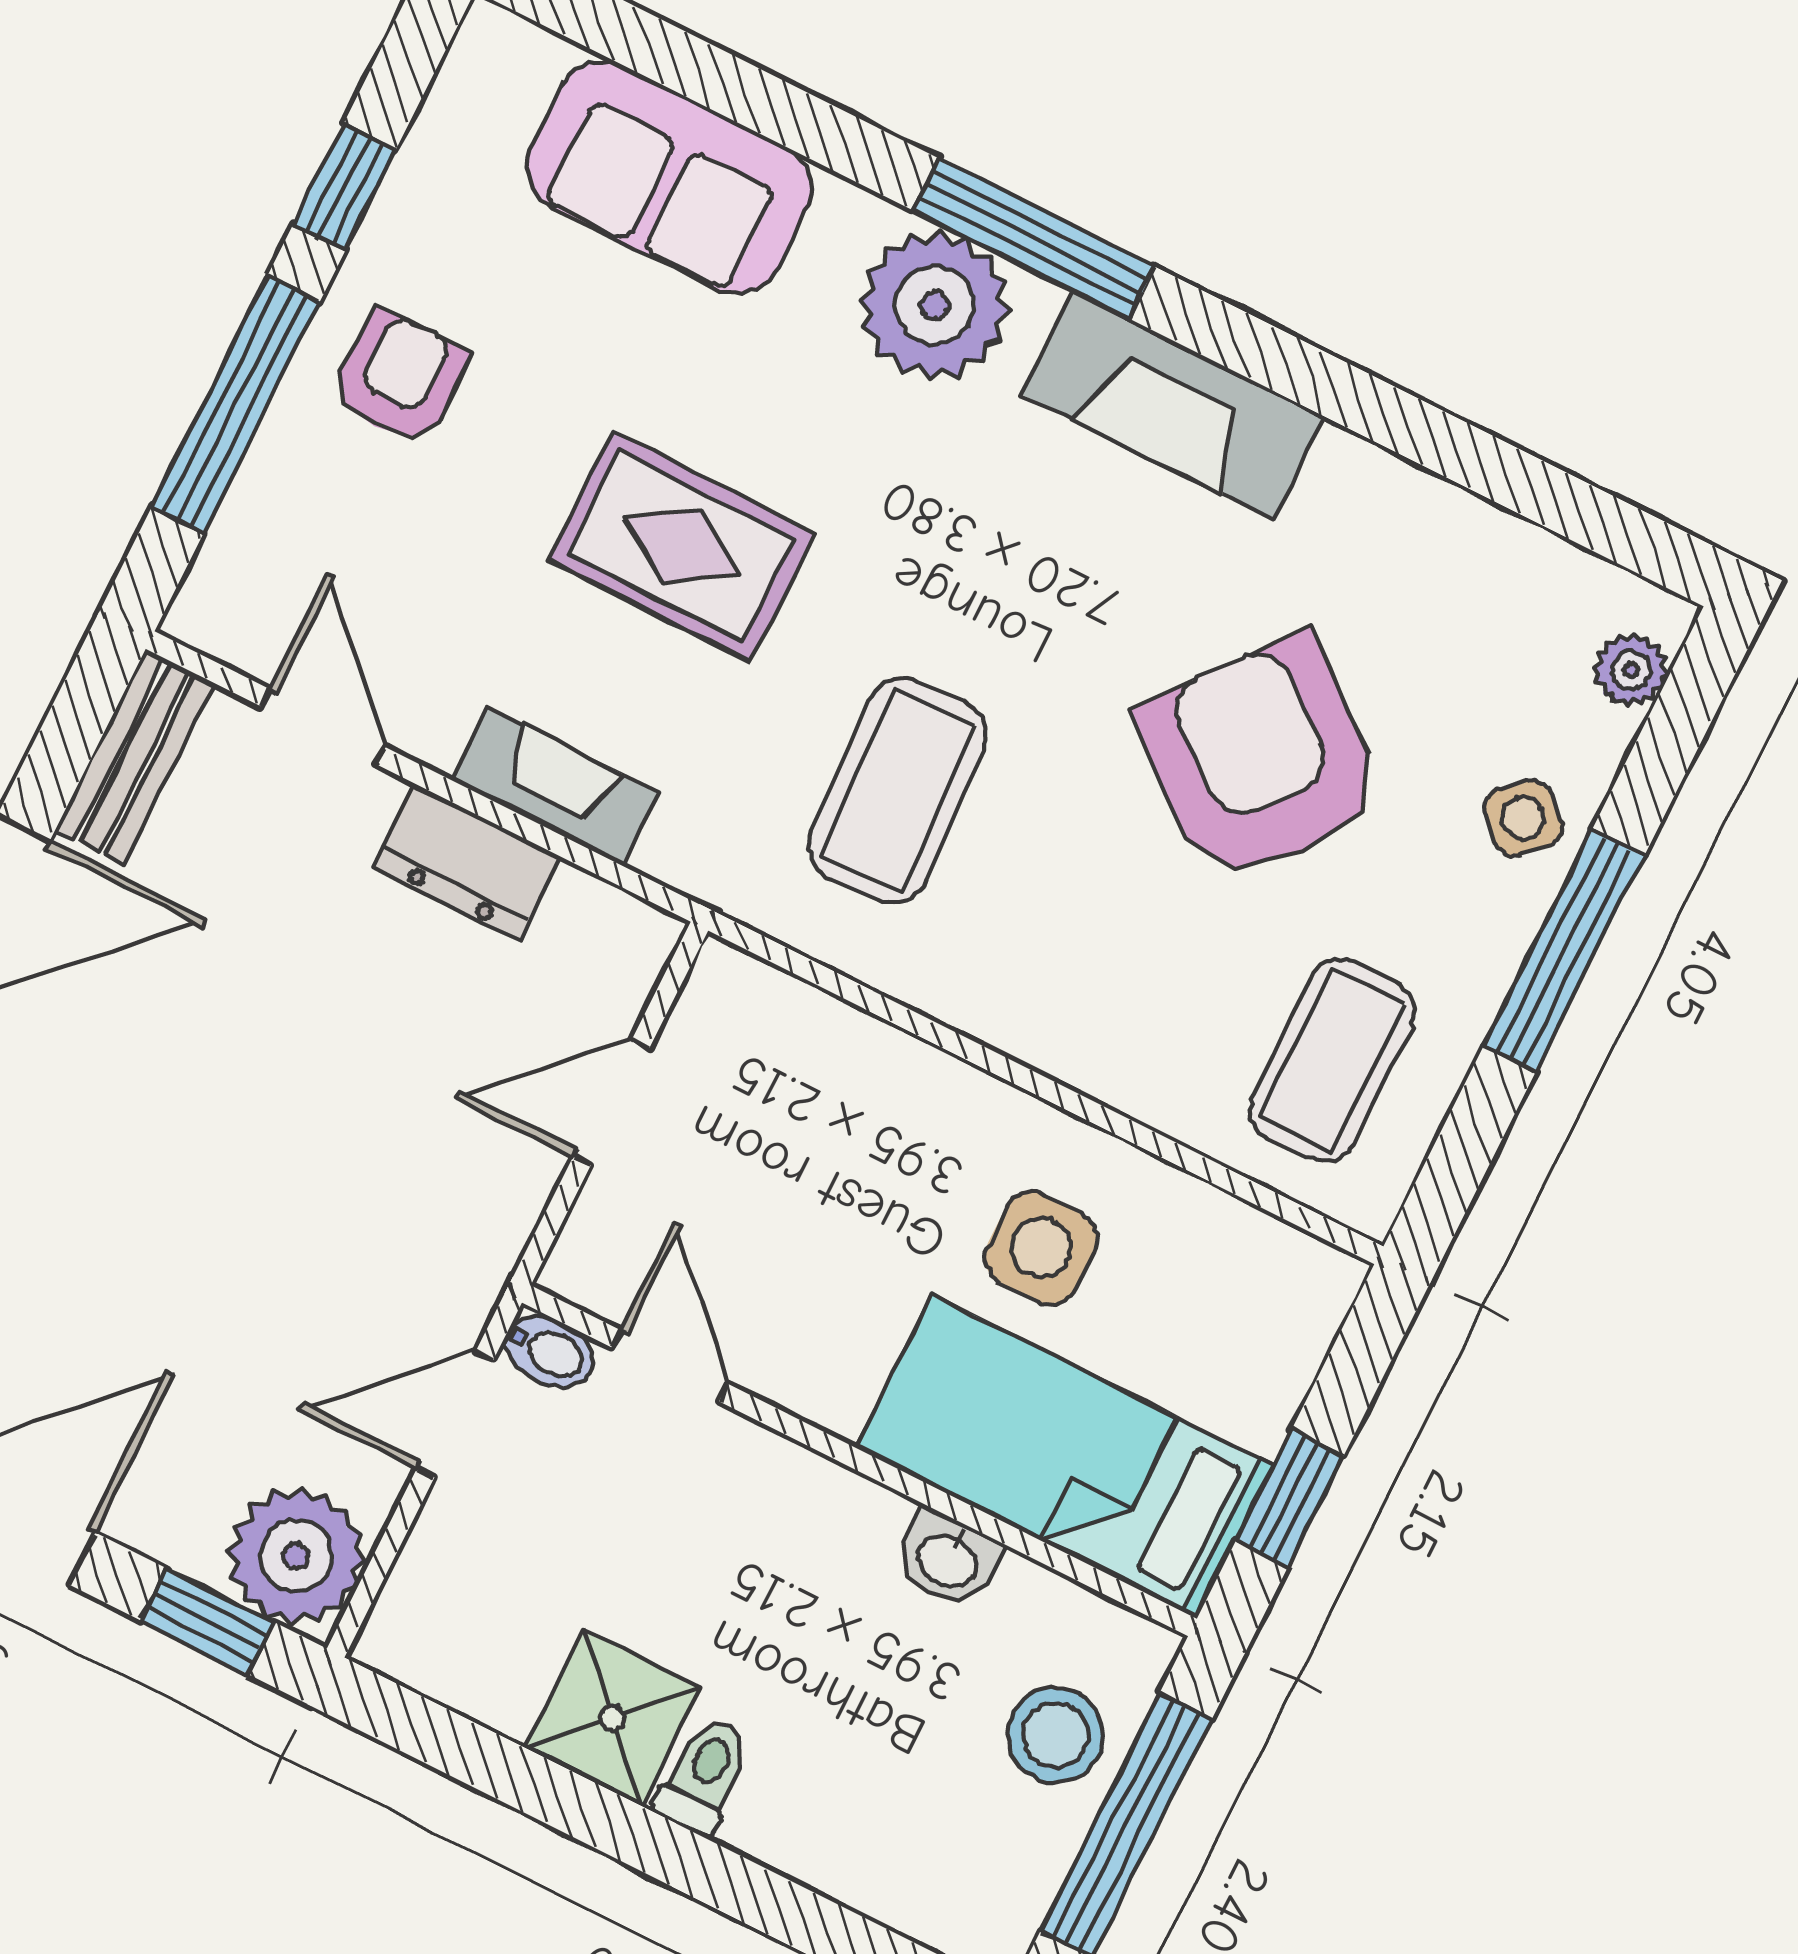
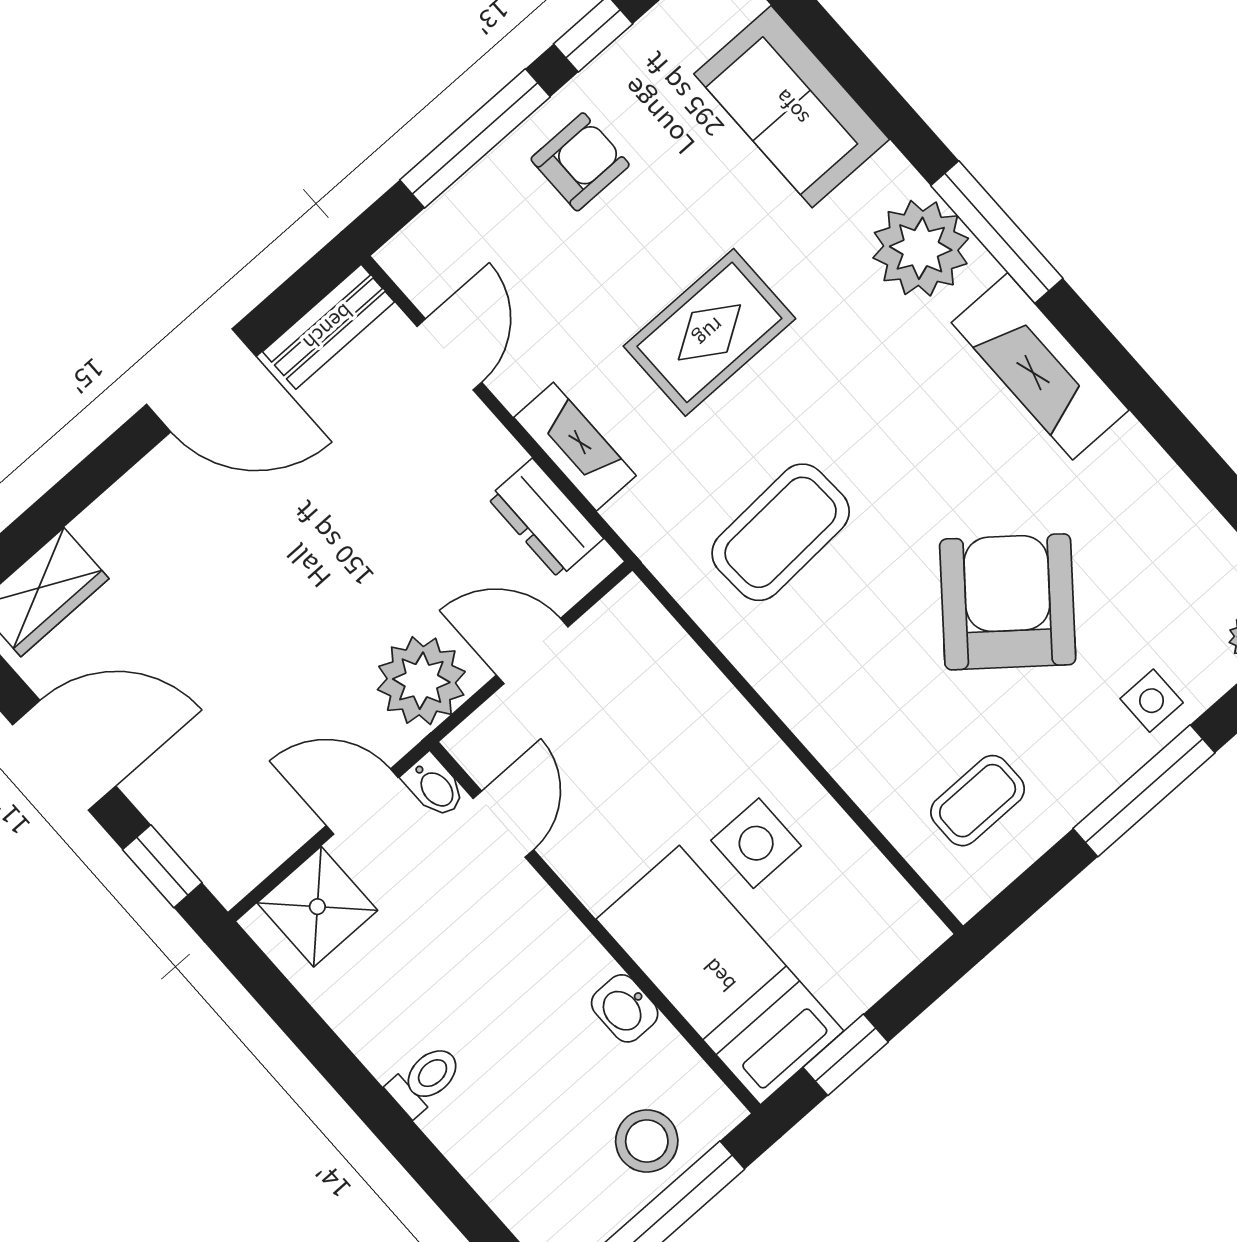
rug: (681, 546) -> (709, 332), turned 90
side table: (1523, 818) -> (1152, 701), turned 45
dresser: (467, 862) -> (545, 518), moved
coffee table: (1332, 1060) -> (978, 801), width x0.73, depth x0.77
plant: (296, 1556) -> (421, 681), moved
shower: (612, 1718) -> (317, 907), moved

